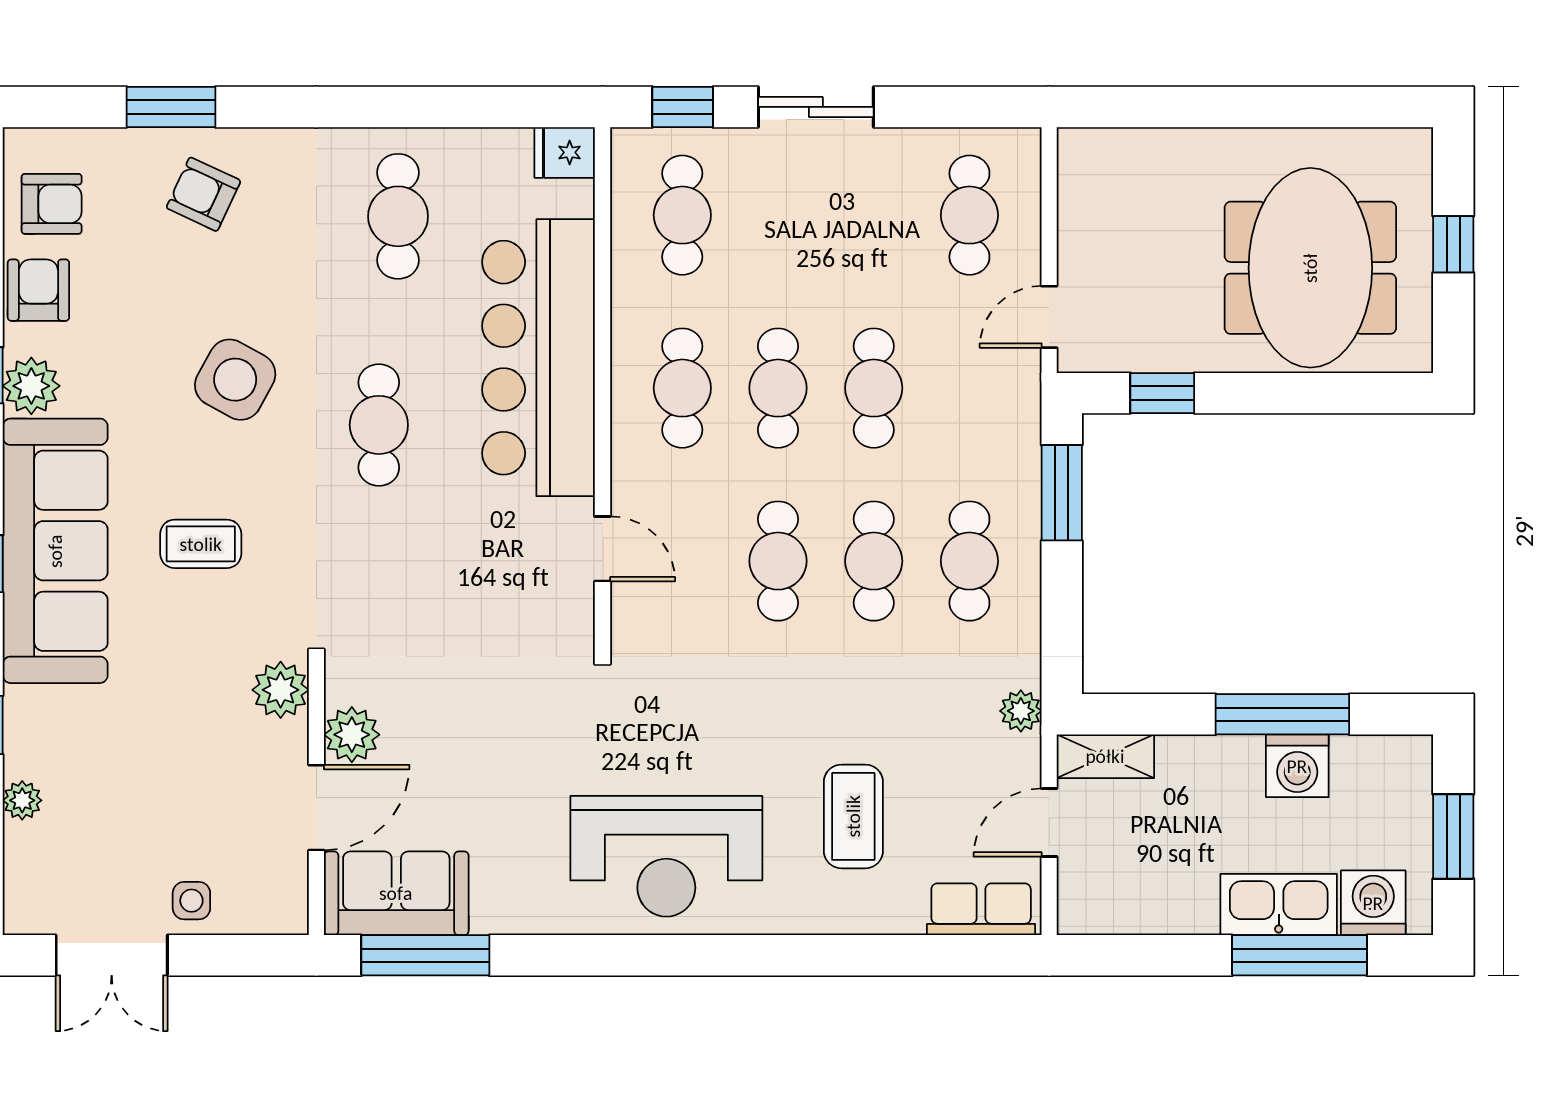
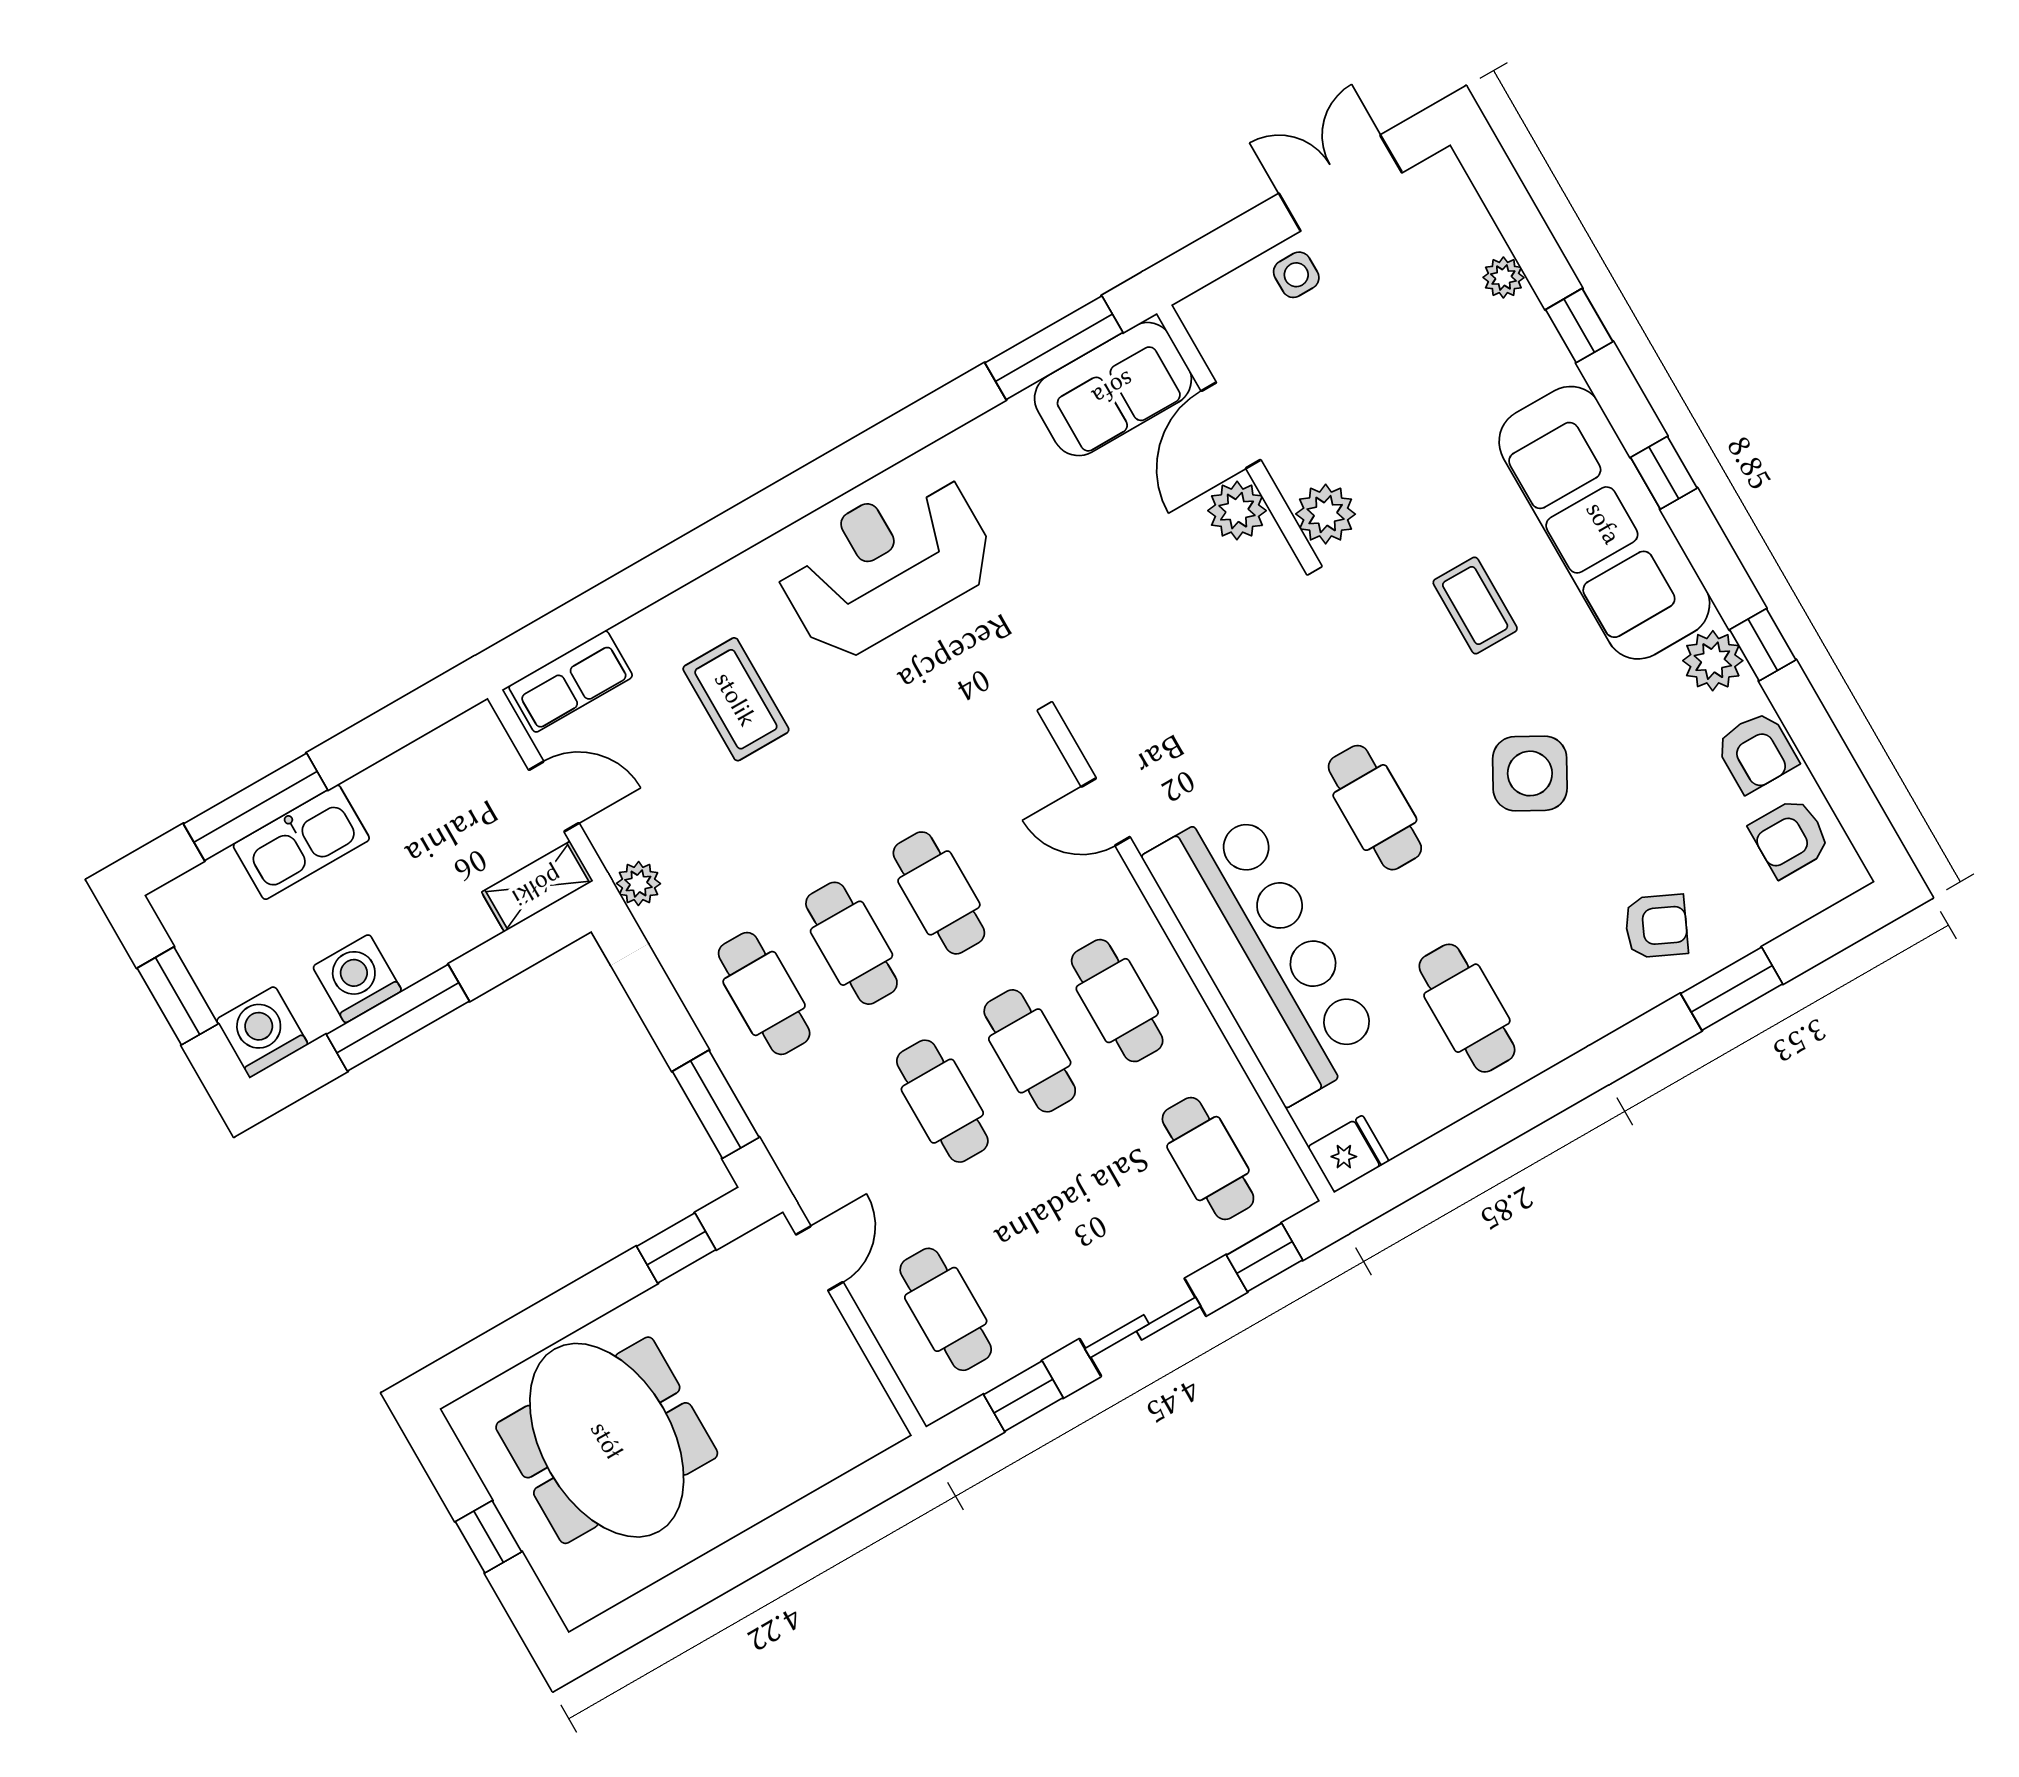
window: (947, 107) -> (1023, 1396), added
coffee table: (201, 544) -> (1475, 605), turned 90
door: (1049, 823) -> (554, 796), hinge flipped
washing machine: (1373, 903) -> (262, 1032), moved, turned 180

